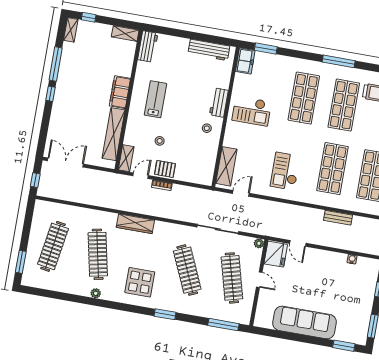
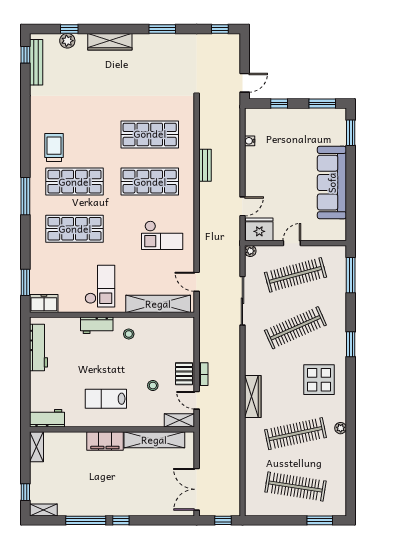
shelving: (226, 166) -> (158, 304), width x1.47

